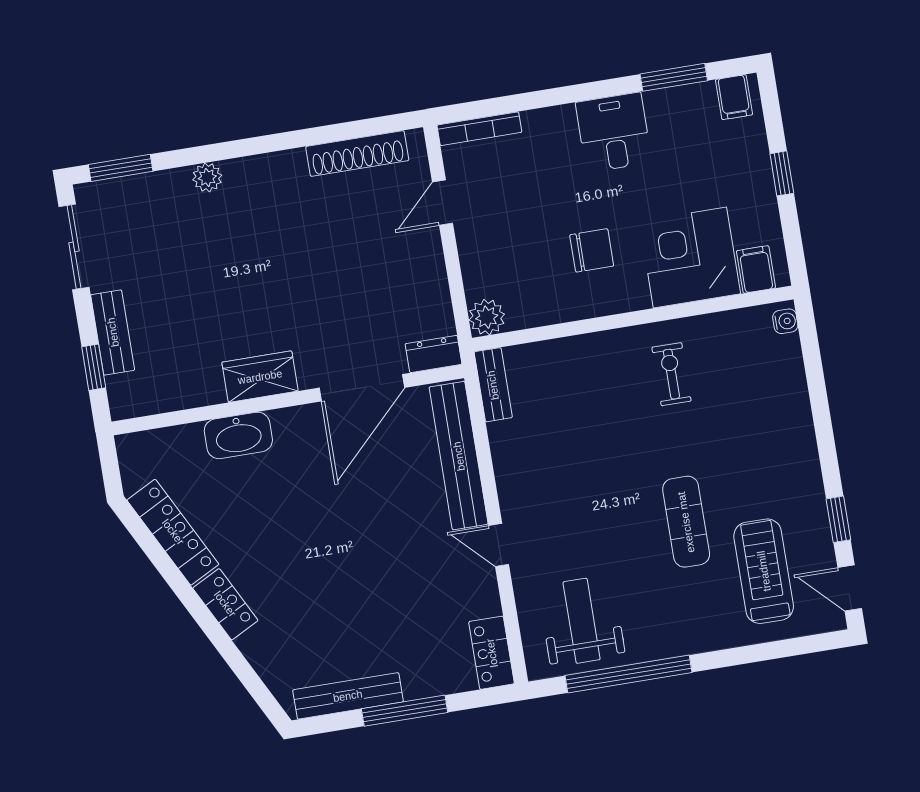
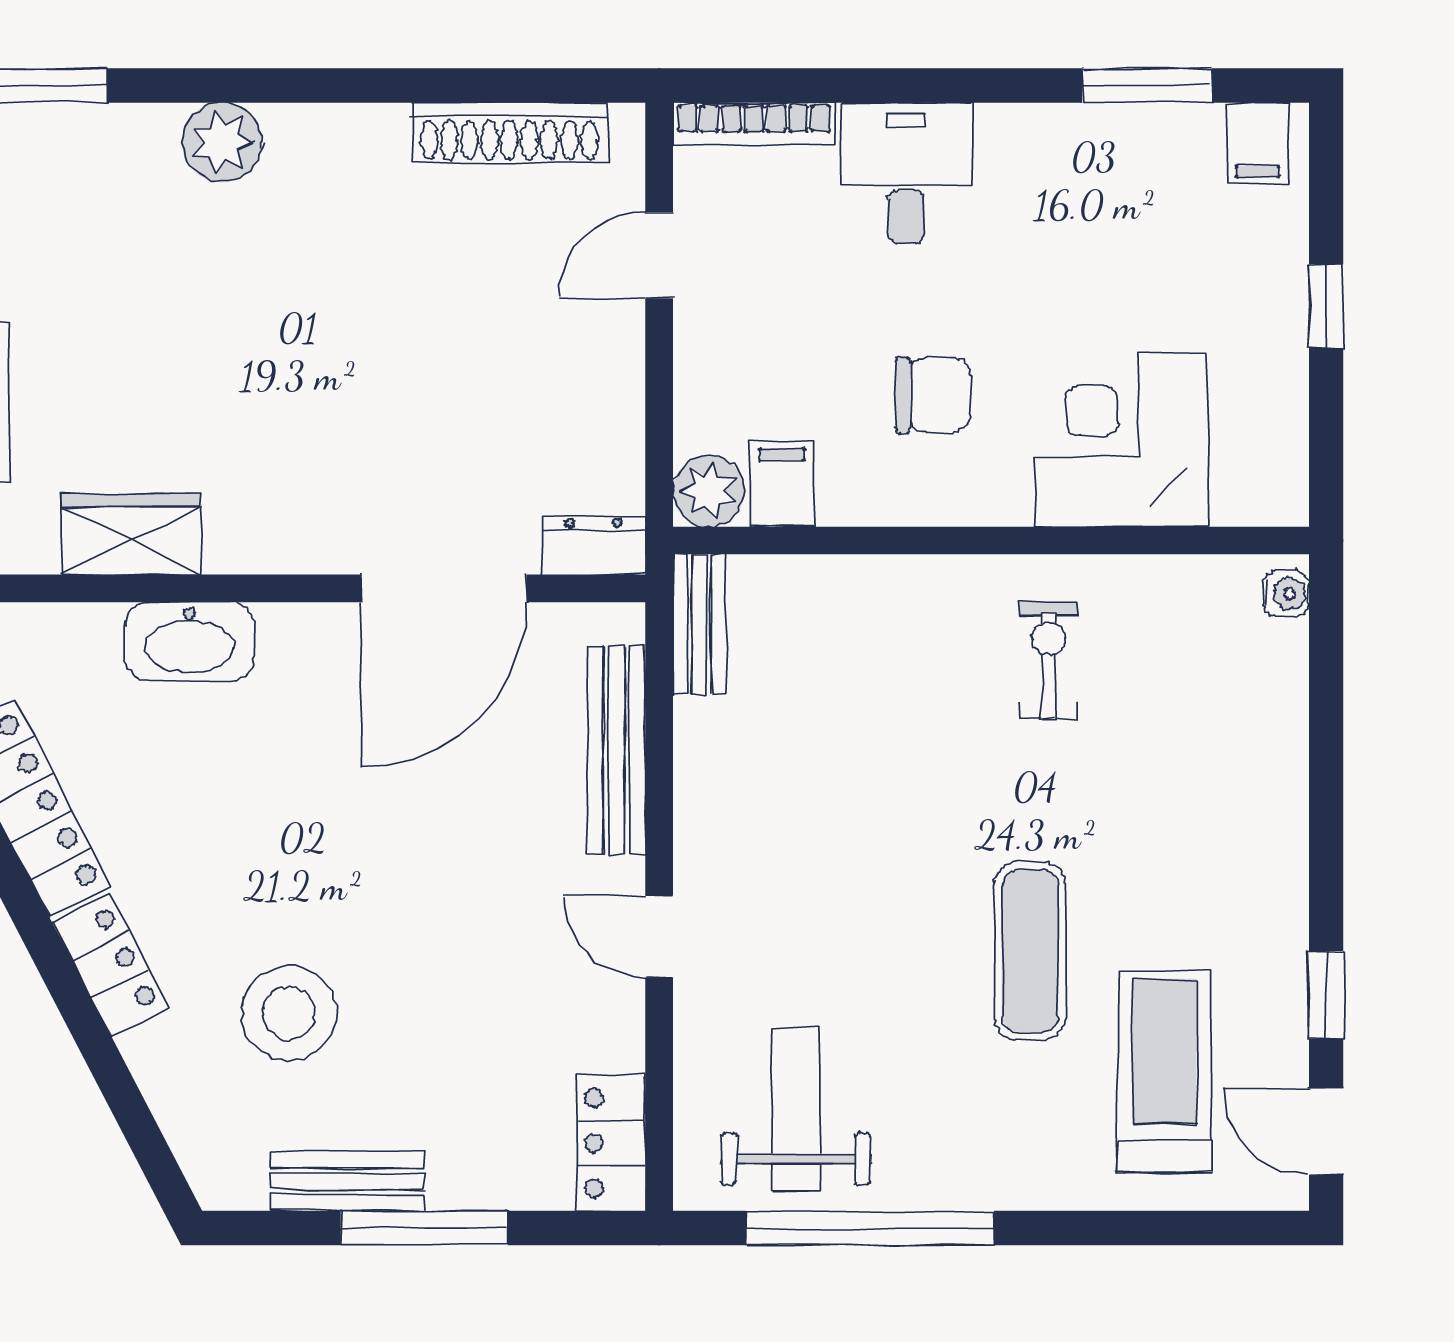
desk: (614, 132) -> (906, 173), moved
plant: (207, 177) -> (222, 142), width x1.38, depth x1.38
filing cabinet: (756, 269) -> (782, 484), moved
wardrobe: (260, 377) -> (131, 534), moved
bench: (459, 456) -> (616, 750), width x0.73, depth x0.82
stool: (319, 614) -> (289, 1013), added
bench: (348, 696) -> (347, 1181), width x0.73

